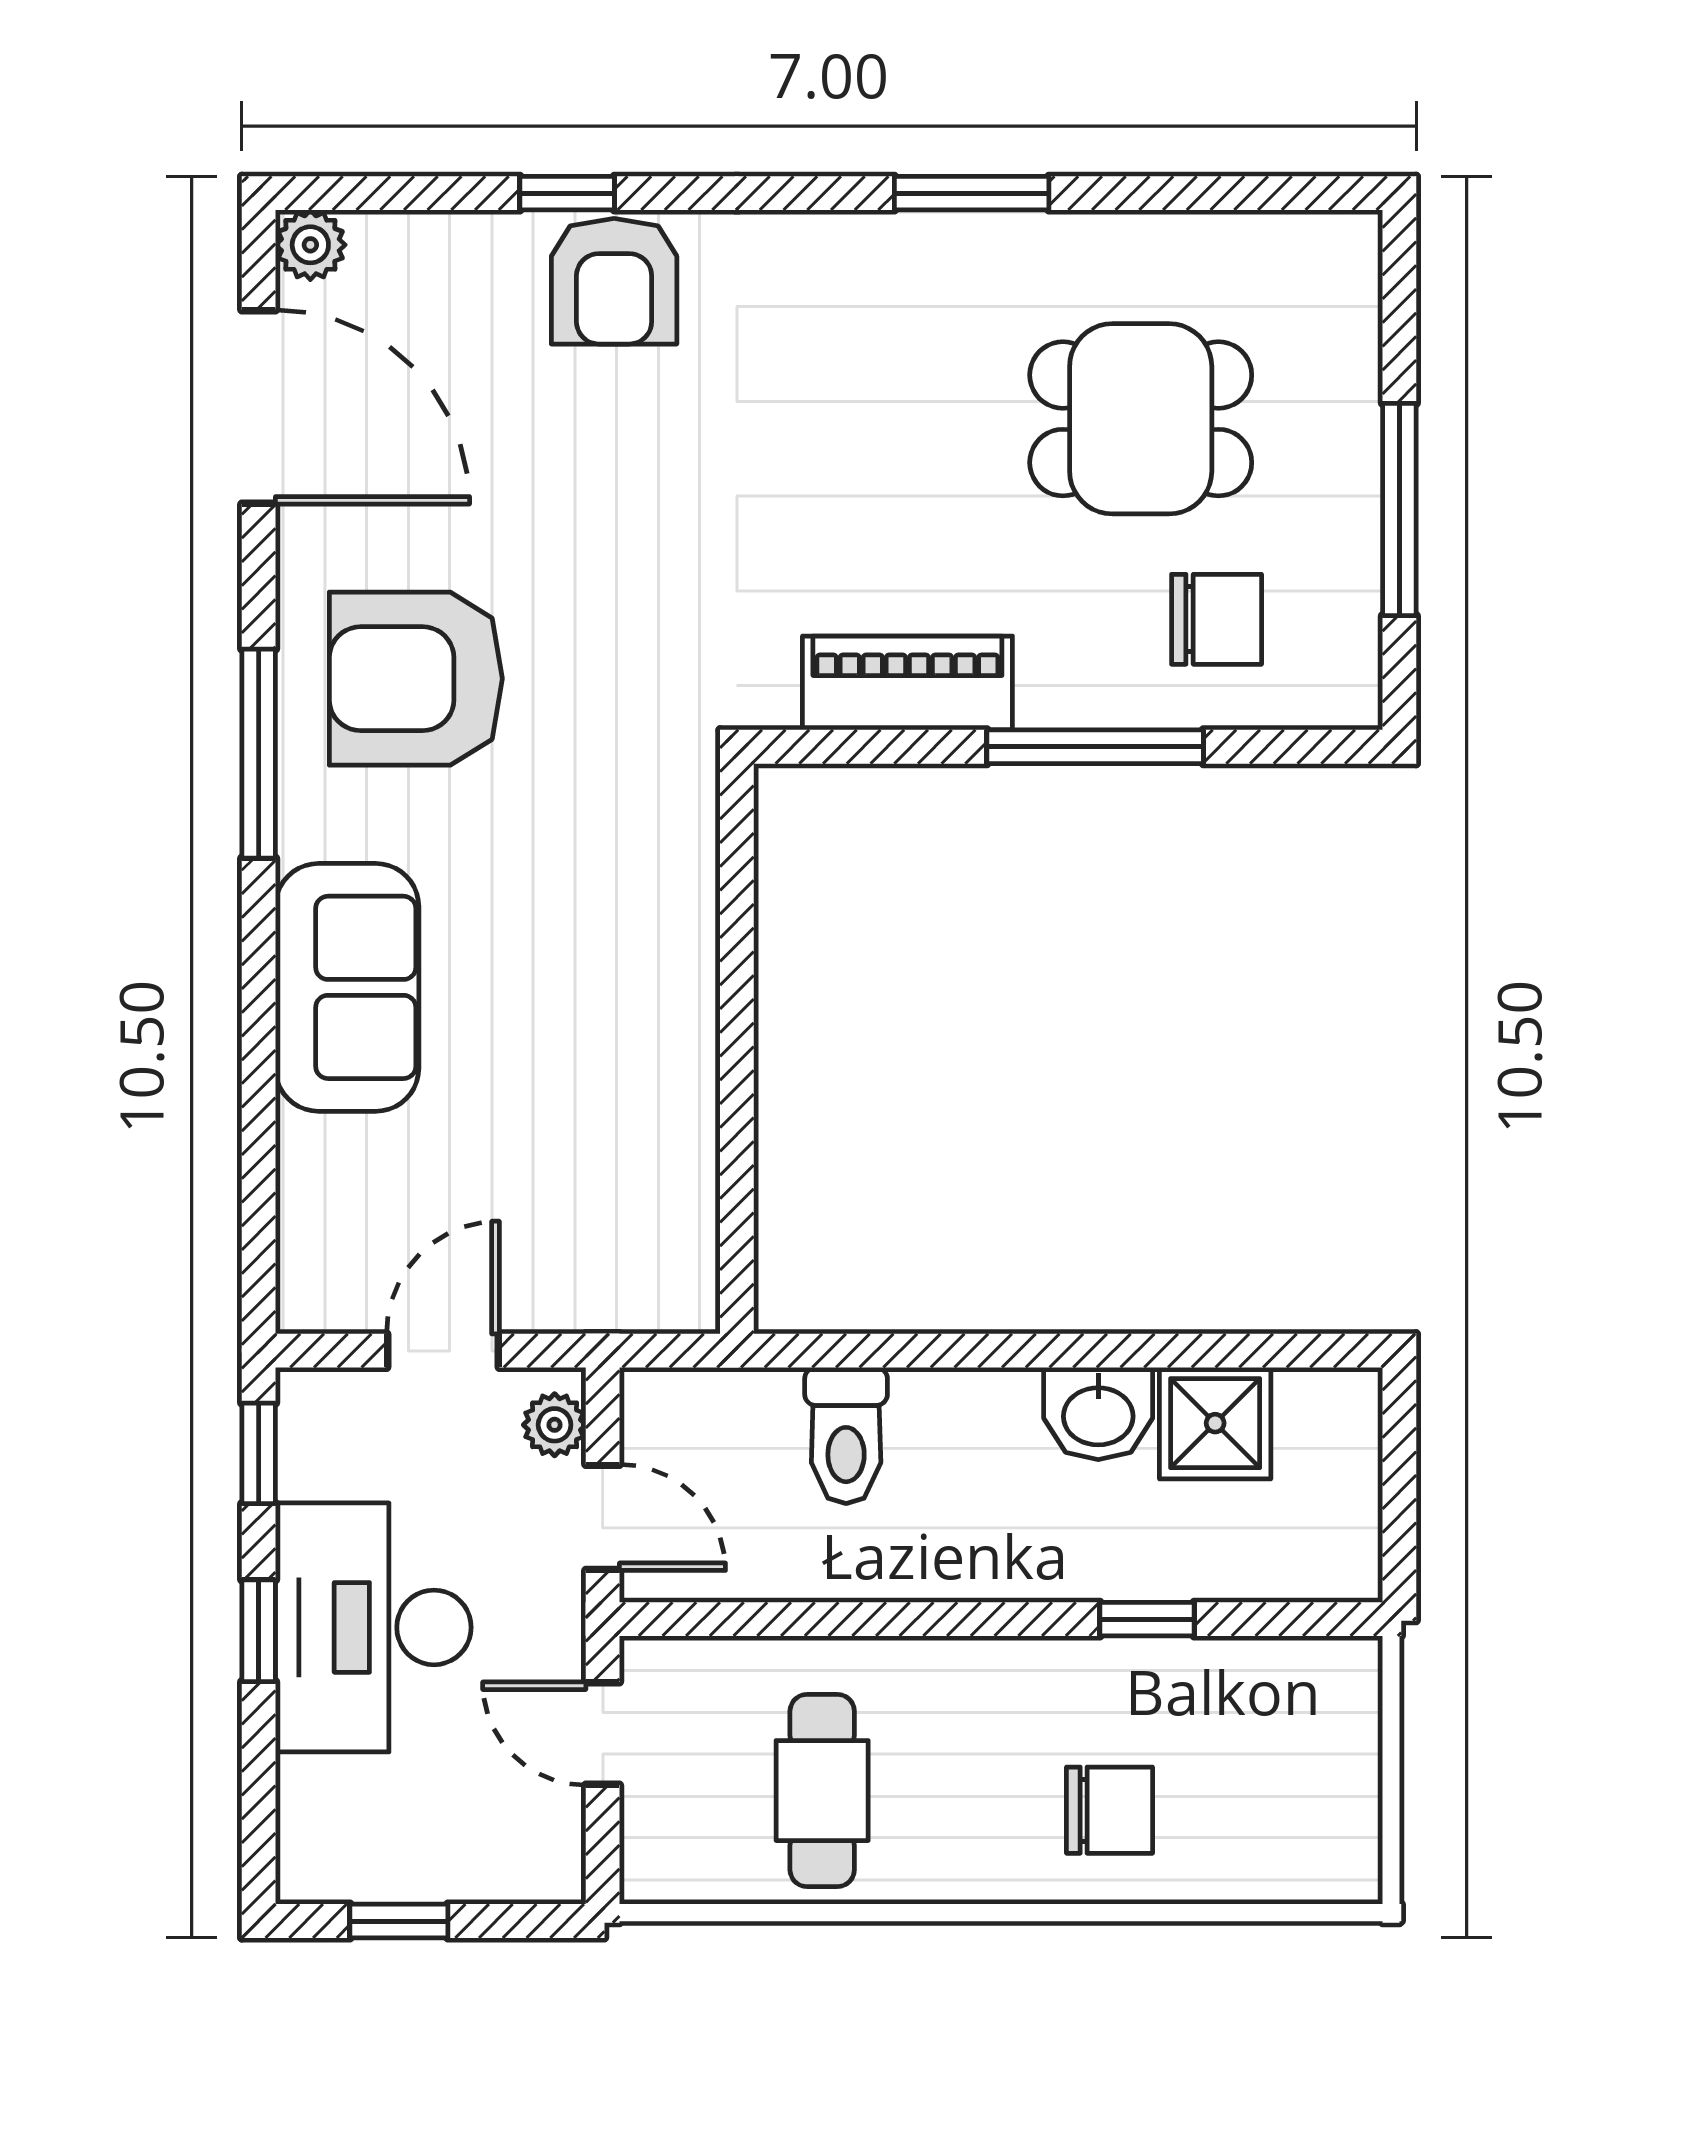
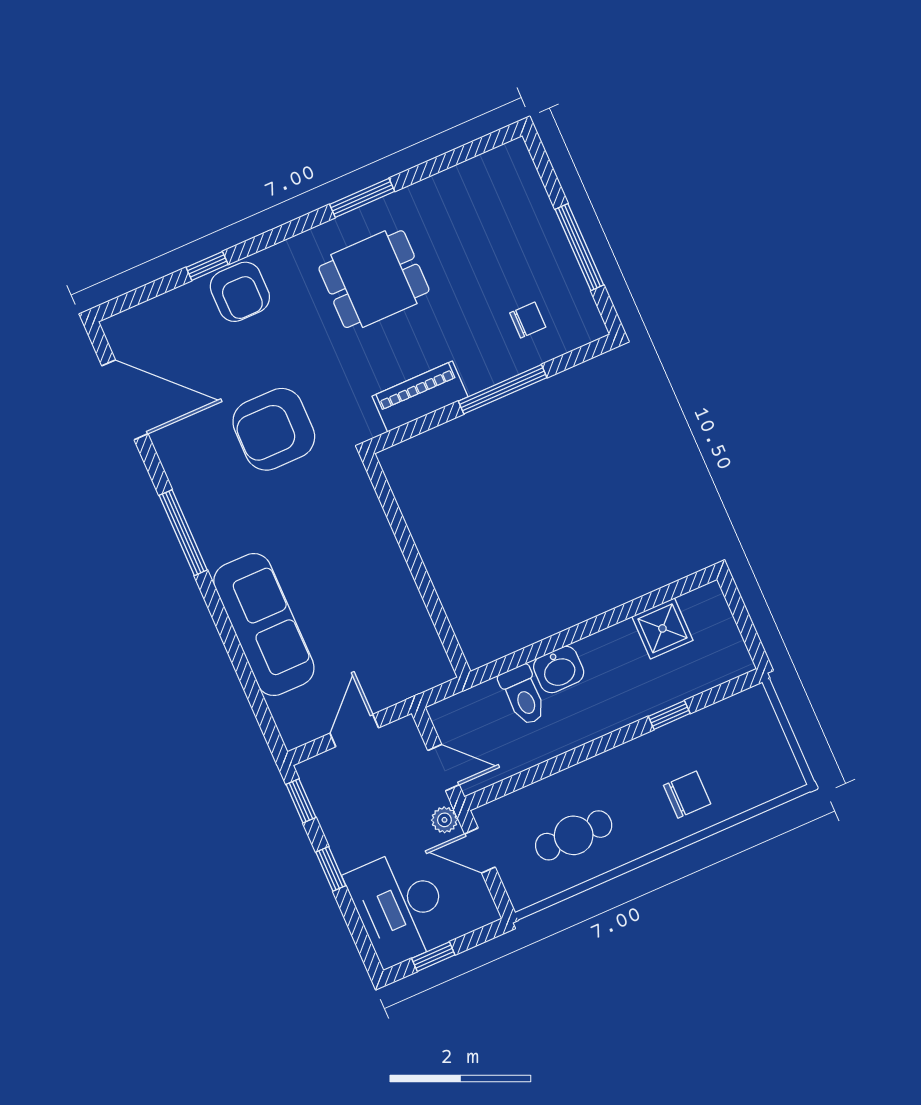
plant: (310, 245) -> (117, 329), removed
dining table: (1141, 419) -> (374, 279), moved
chair: (1217, 619) -> (528, 320), width x0.73, depth x0.73
armchair: (416, 679) -> (274, 429), moved
sofa: (347, 987) -> (264, 625), width x1.36
washbasin: (1098, 1414) -> (559, 670), moved
plant: (555, 1425) -> (444, 820), moved
desk: (373, 1627) -> (400, 907), moved
cafe table: (822, 1791) -> (574, 835), turned 90

